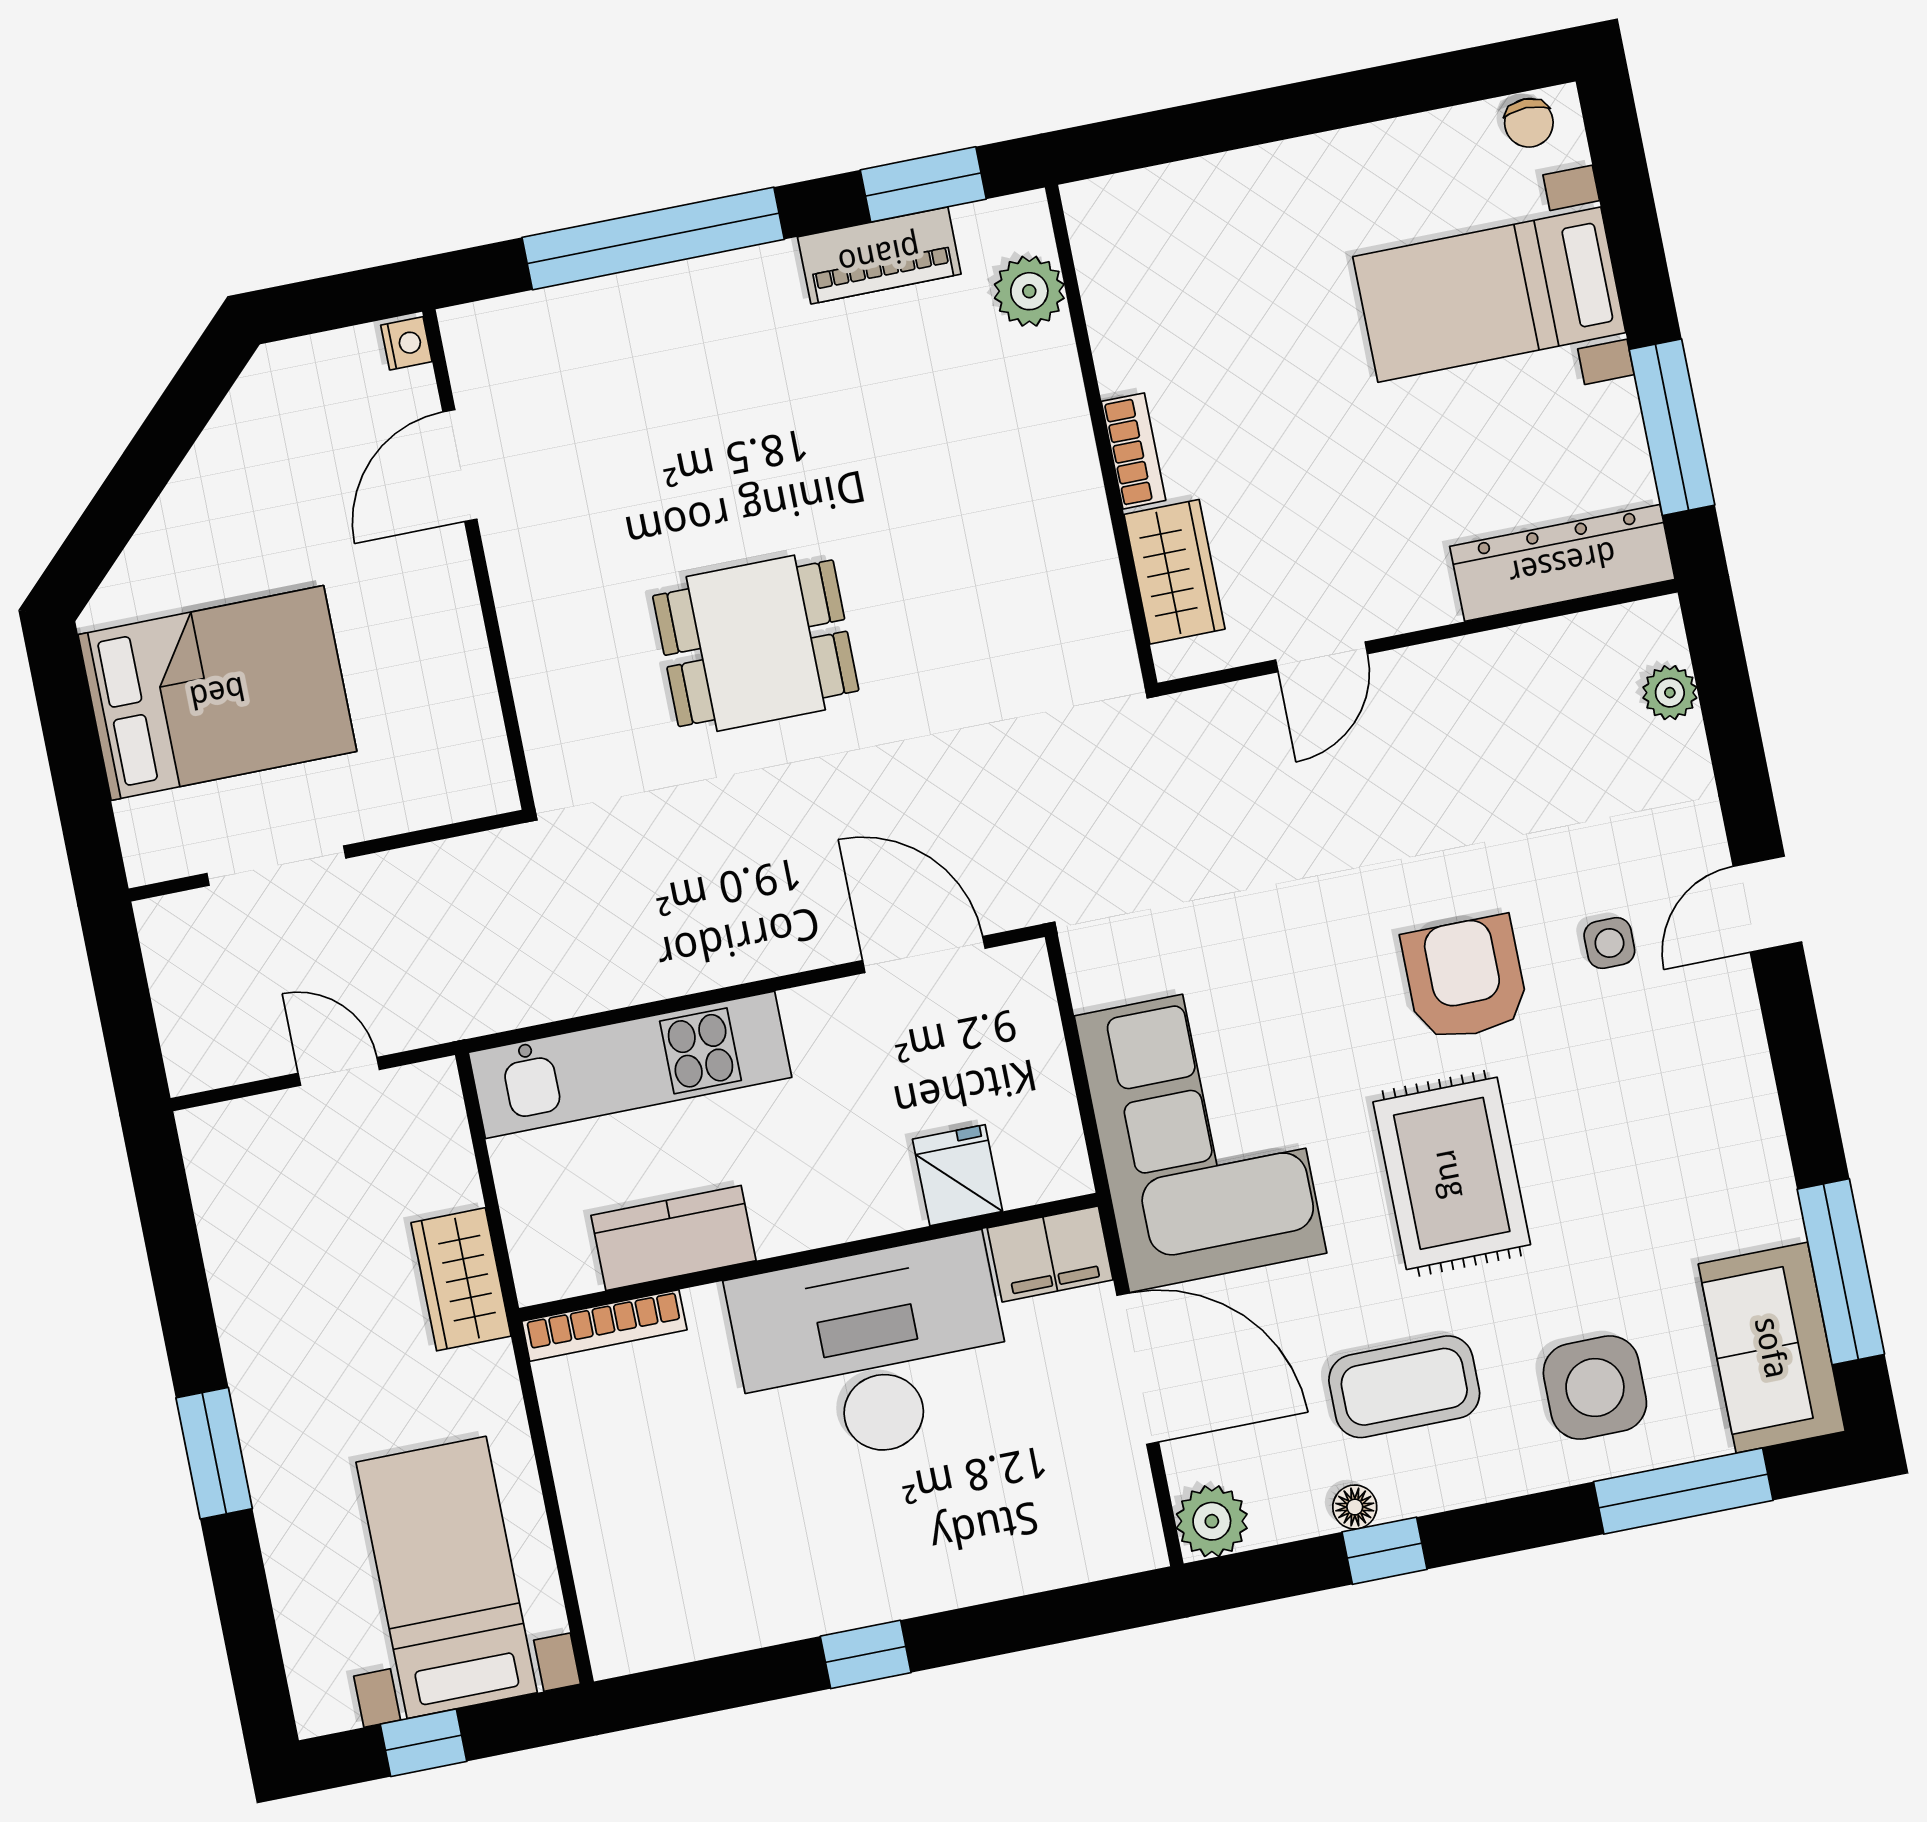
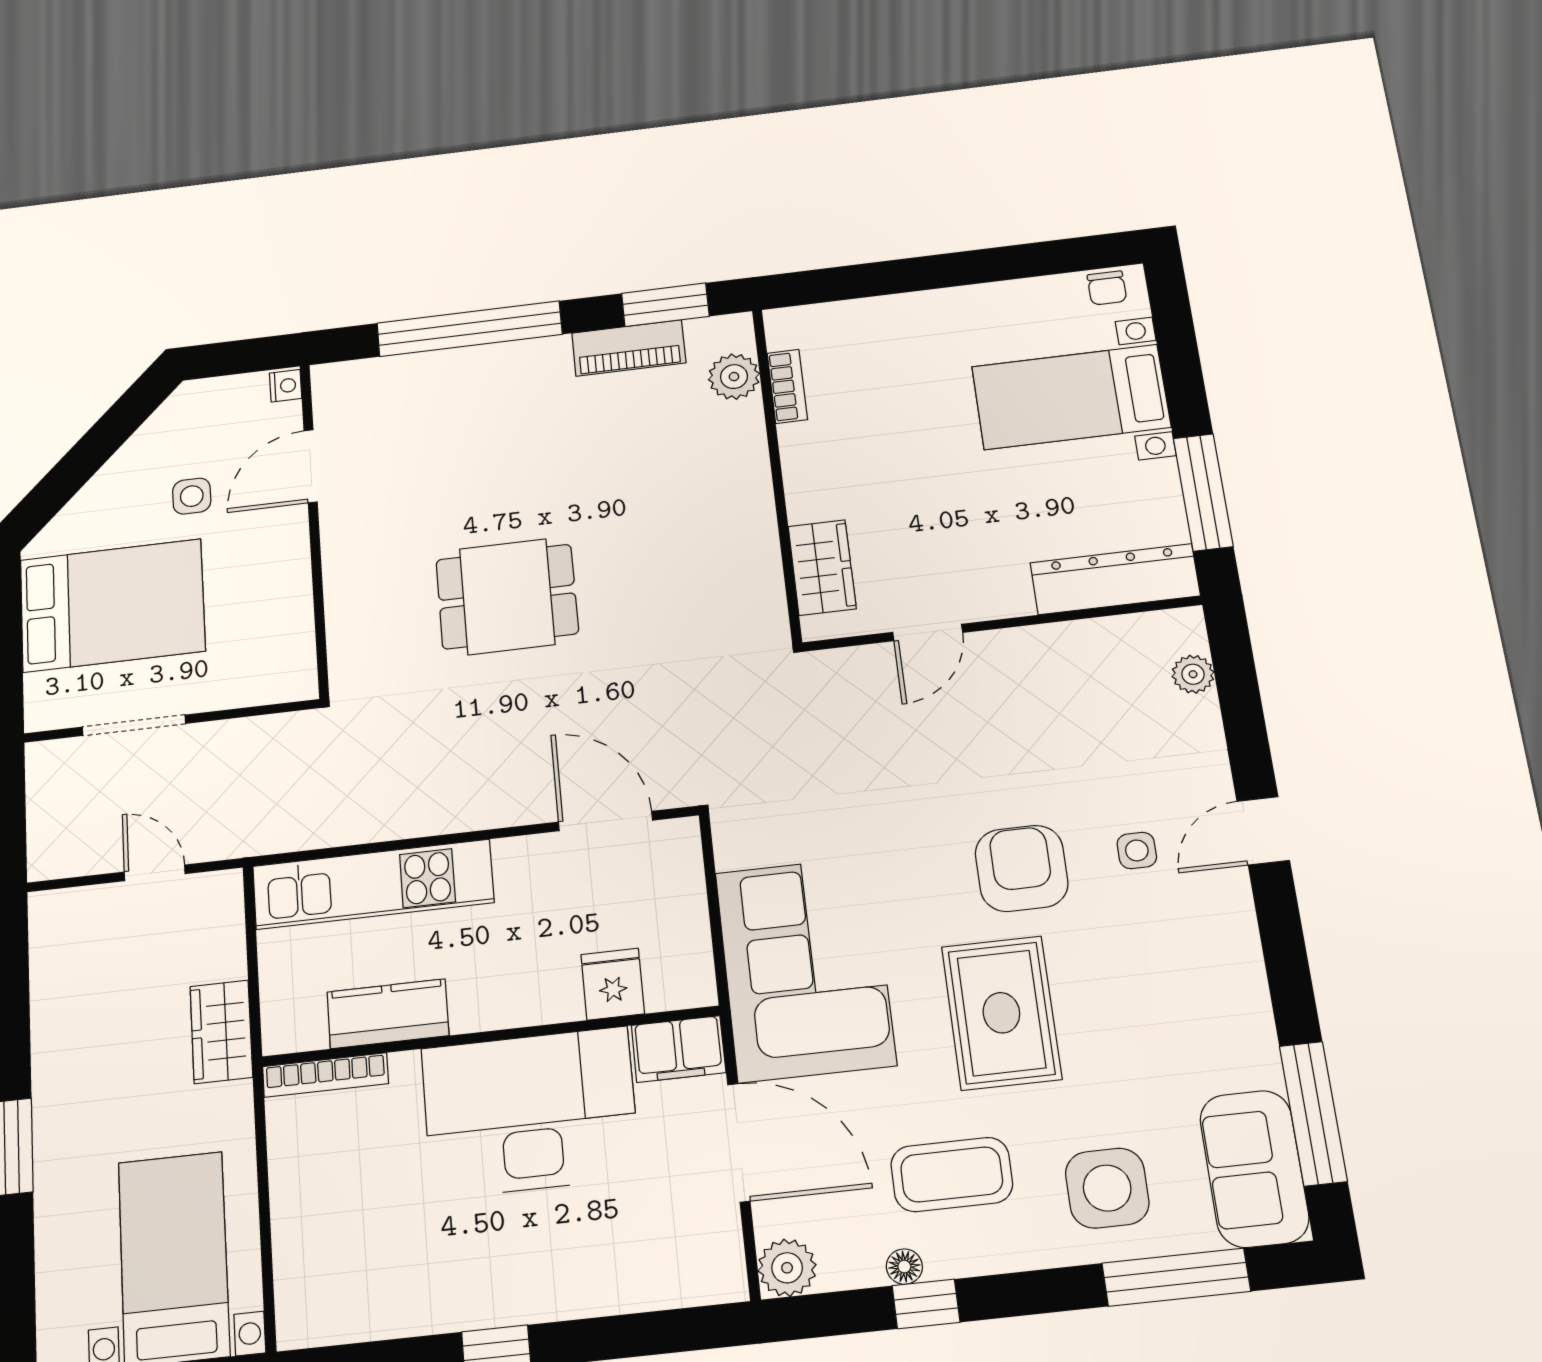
bookcase: (1134, 451) -> (787, 386), moved
side table: (301, 522) -> (192, 496), added

